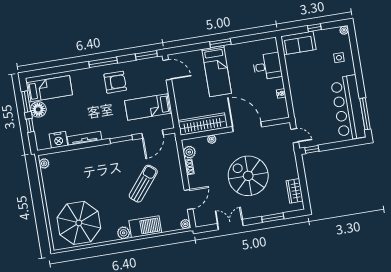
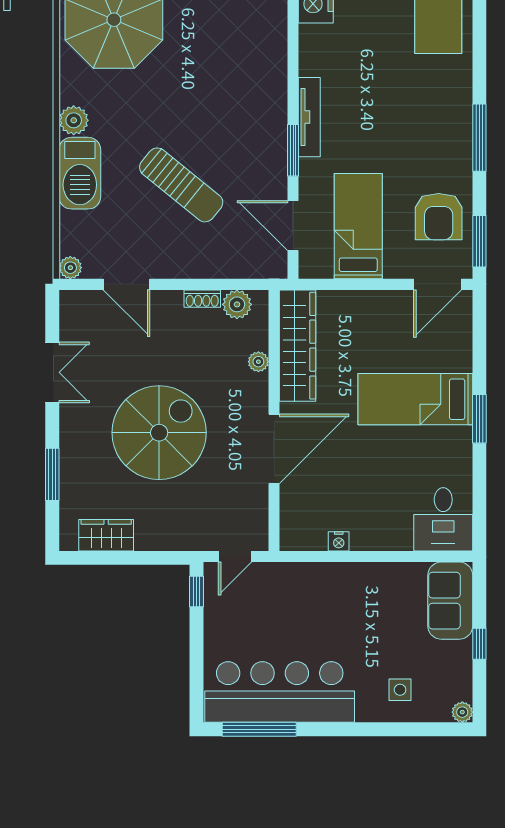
desk: (267, 66) -> (443, 519), moved
armchair: (115, 82) -> (439, 217), moved
tv unit: (84, 138) -> (309, 117), moved

